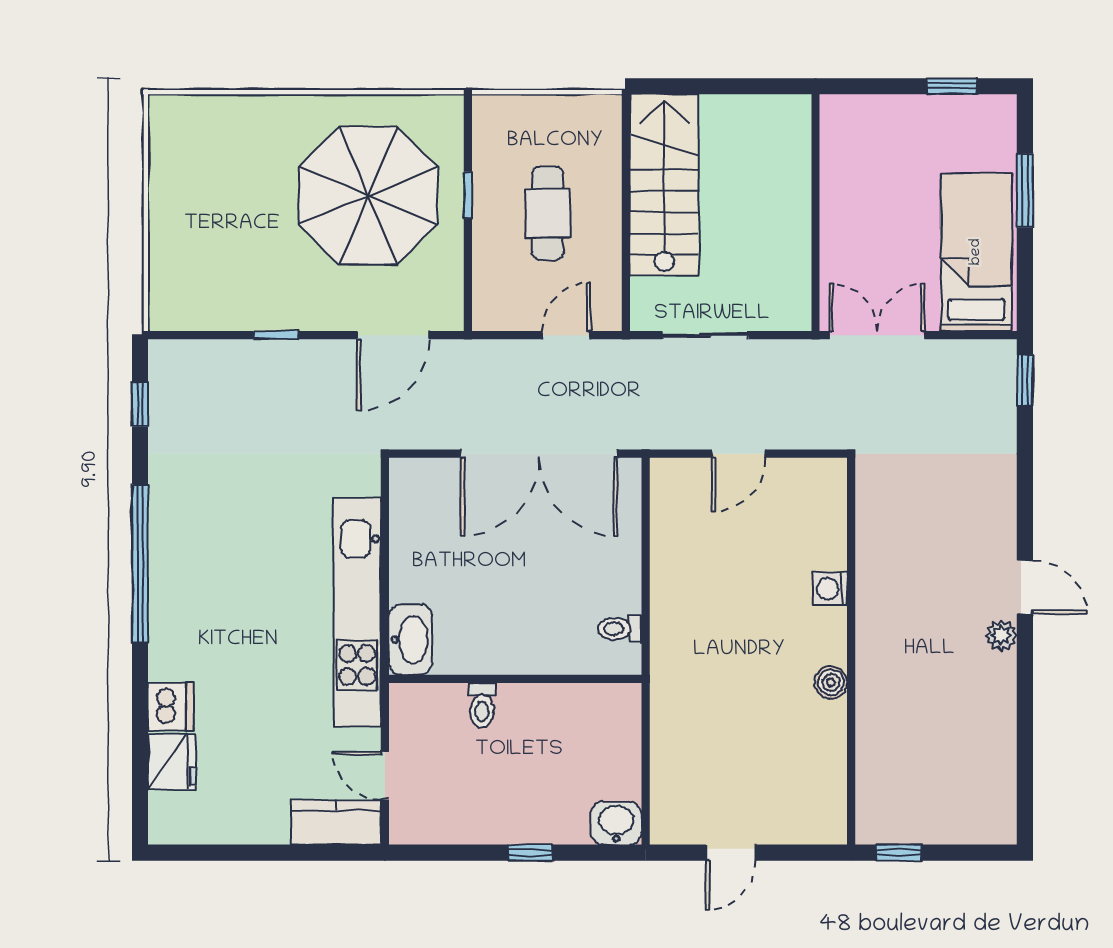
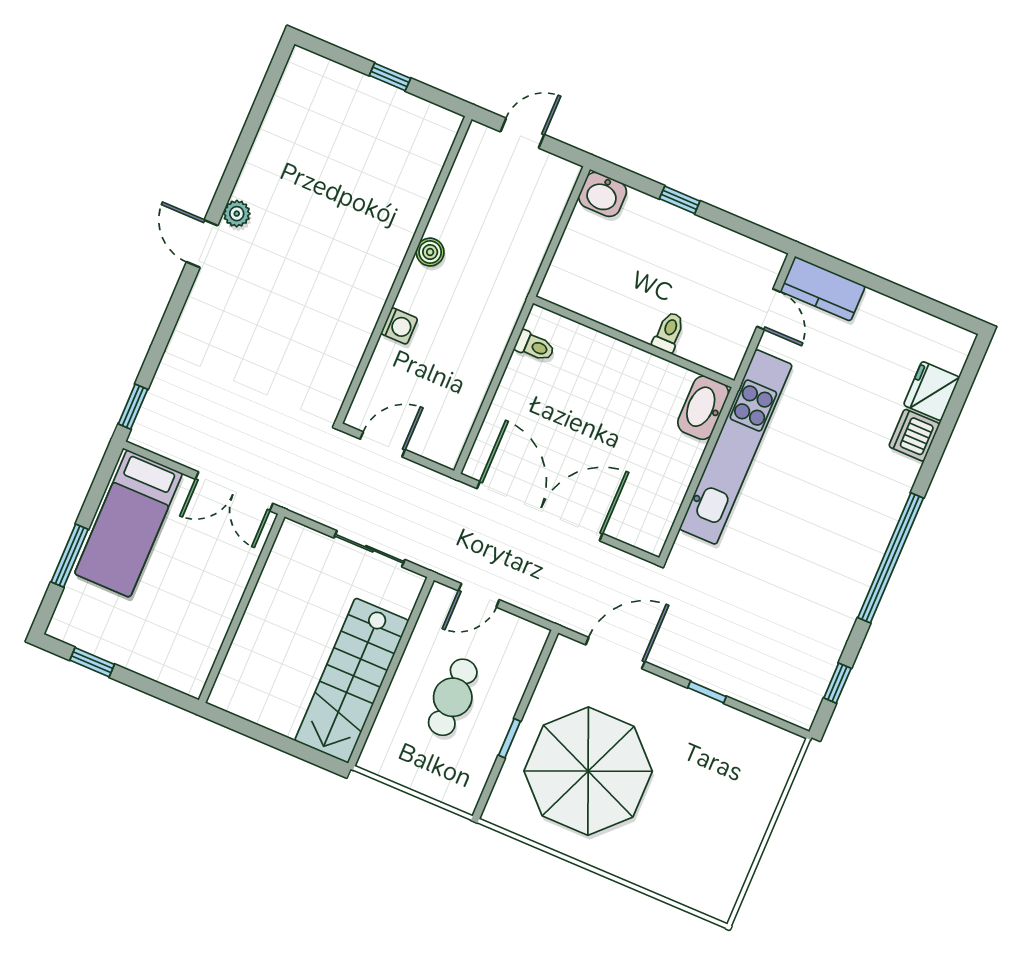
washing machine: (830, 589) -> (399, 326), moved
wall: (851, 651) -> (404, 270), moved
boiler: (831, 682) -> (430, 252), moved

